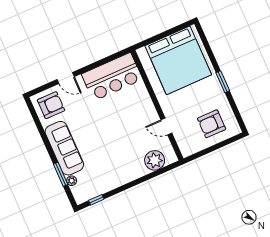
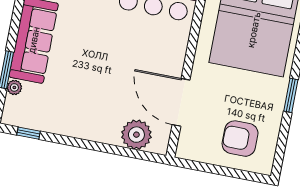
door: (166, 126) -> (181, 102), width x1.88

